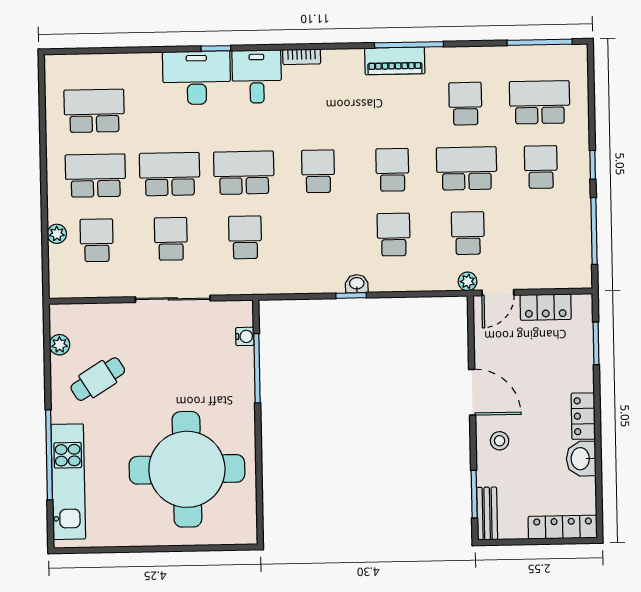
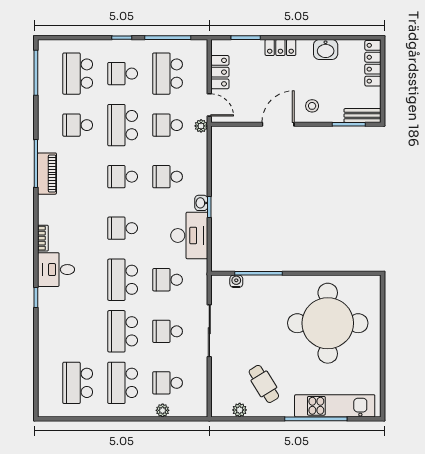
desk: (197, 78) -> (189, 235), moved, turned 180
school desk: (542, 232) -> (168, 74), added
locker: (583, 416) -> (280, 47), moved

